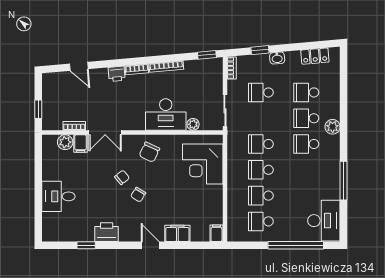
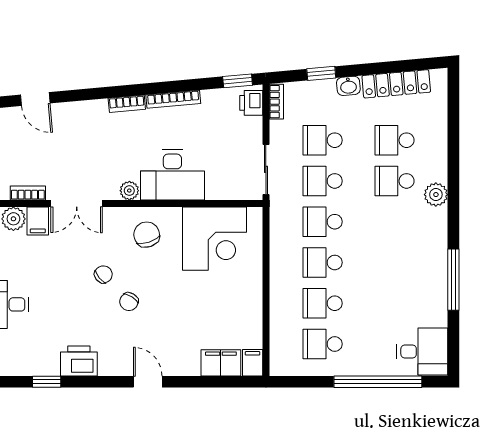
locker: (315, 56) -> (396, 84), width x1.53
printer: (117, 74) -> (251, 103), moved, turned 95
plant: (193, 124) -> (129, 191), moved
school desk: (306, 144) -> (323, 181), moved
chair: (149, 152) -> (147, 235), turned 137
corner desk: (203, 164) -> (214, 239), moved, turned -90
desk: (324, 221) -> (422, 351), width x0.73
filing cabinet: (177, 233) -> (221, 363), moved

